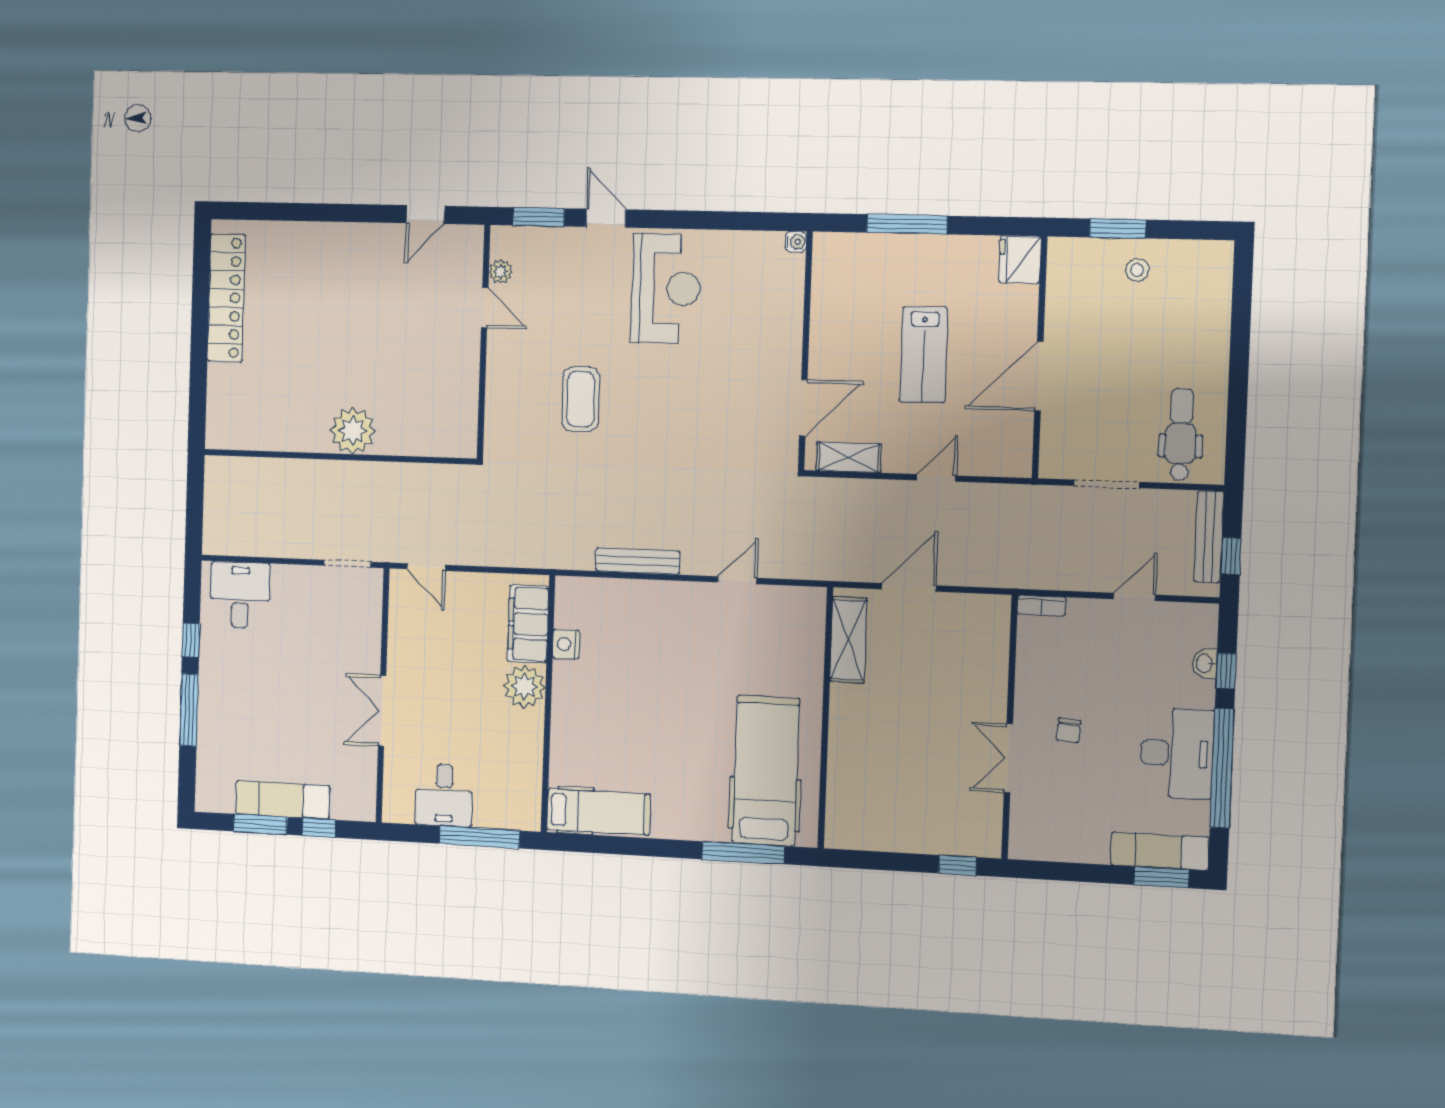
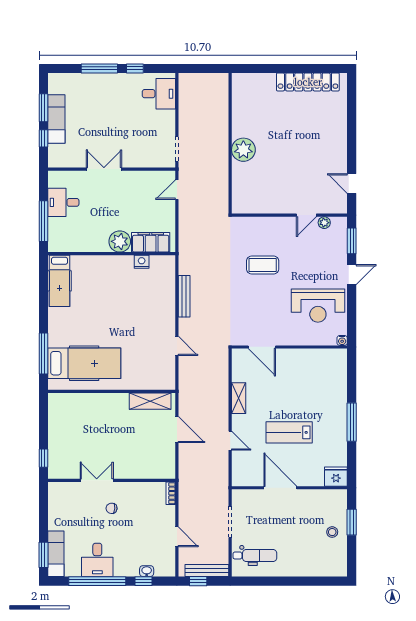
water cooler: (796, 242) -> (342, 340), moved
wall: (805, 351) -> (289, 347), moved
door: (803, 408) -> (262, 347), moved
desk: (1177, 753) -> (97, 560), width x0.73

